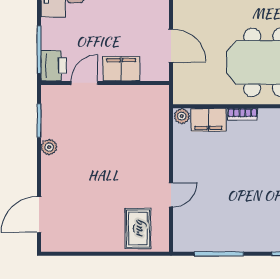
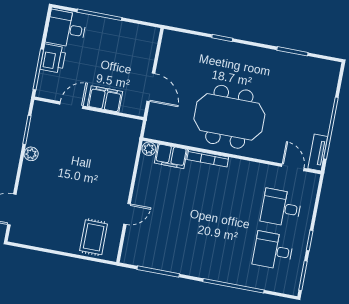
printer: (54, 66) -> (53, 59), moved
bookcase: (242, 114) -> (208, 158), width x1.56

